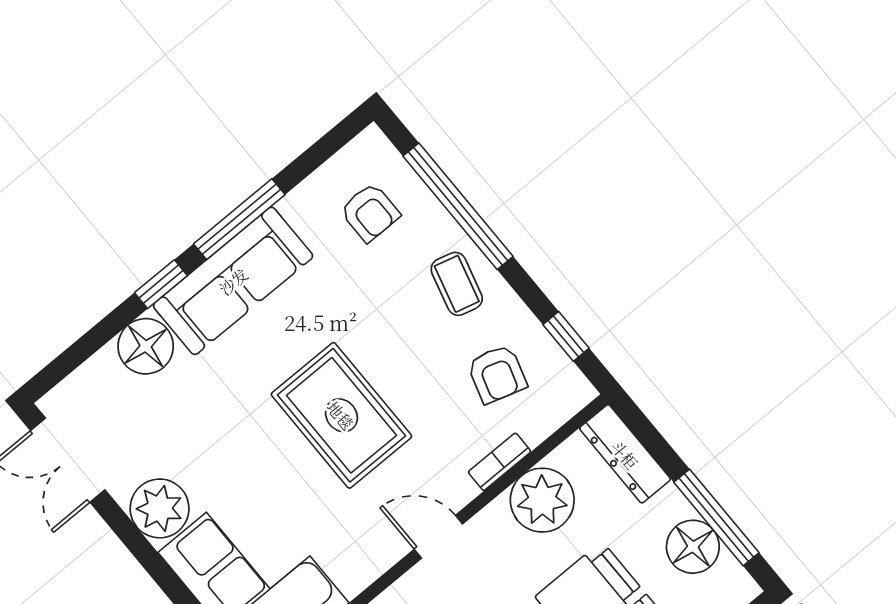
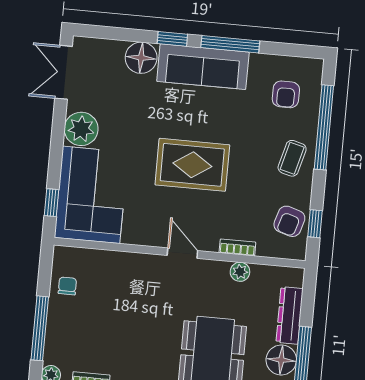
armchair: (497, 374) -> (289, 221), moved
rug: (341, 415) -> (192, 165), turned 90
dresser: (625, 454) -> (290, 315), moved
plant: (542, 500) -> (240, 272), width x0.53, depth x0.53

